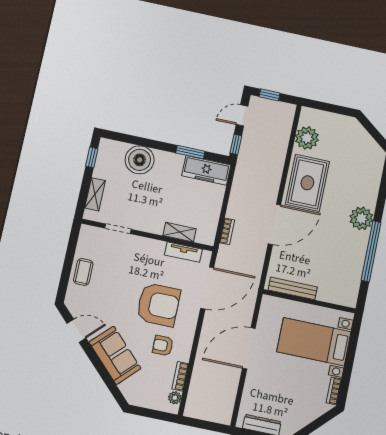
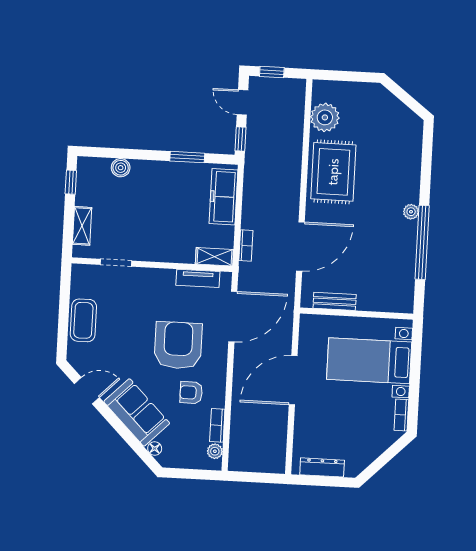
door: (242, 115) -> (242, 102), hinge flipped
boiler: (140, 160) -> (121, 168), width x0.54, depth x0.54
freezer: (206, 170) -> (223, 197), moved, turned 90
plant: (361, 218) -> (411, 212), width x0.53, depth x0.53
door: (274, 224) -> (300, 247), moved
shelving: (180, 232) -> (214, 257), moved
coffee table: (83, 272) -> (83, 320), width x1.36, depth x1.30
bench: (293, 288) -> (335, 301), width x0.73
armchair: (158, 305) -> (178, 345), turned -90
floor lamp: (125, 388) -> (155, 449), added

